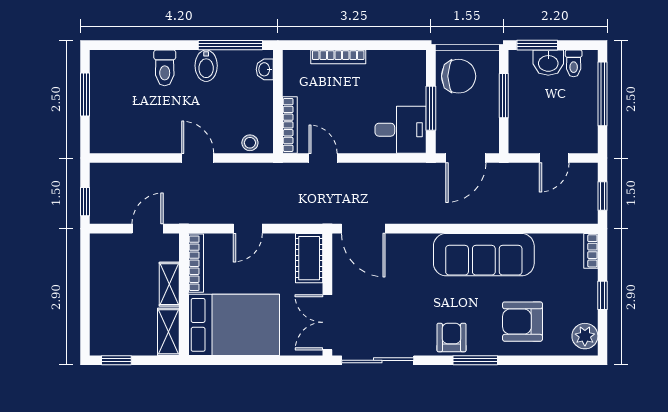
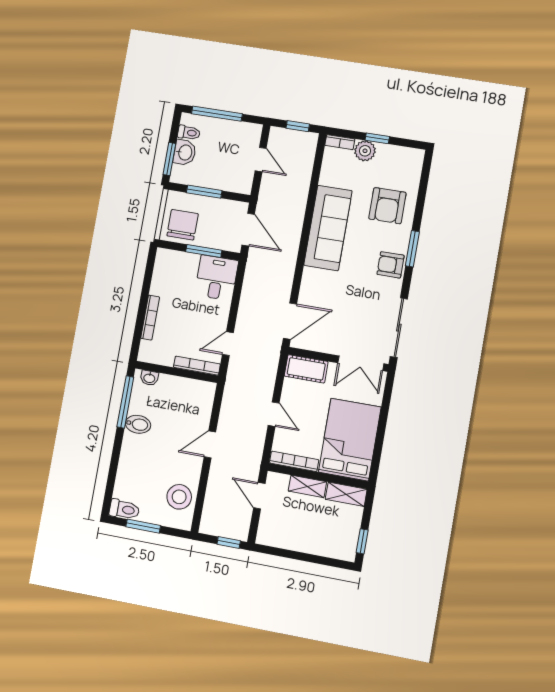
toilet: (165, 68) -> (124, 509), moved
stool: (250, 143) -> (179, 497), moved, width x1.89, depth x1.89
plant: (585, 336) -> (365, 151), moved

